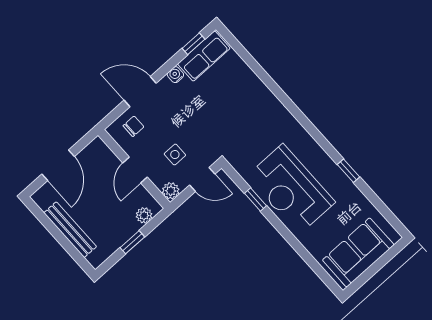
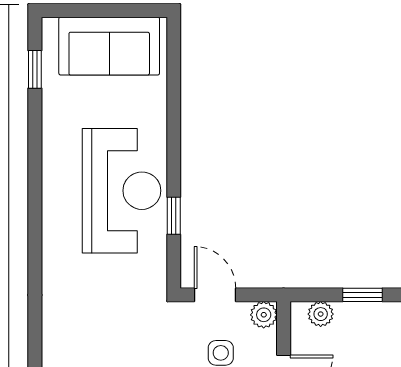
window: (348, 171) -> (35, 69), moved

